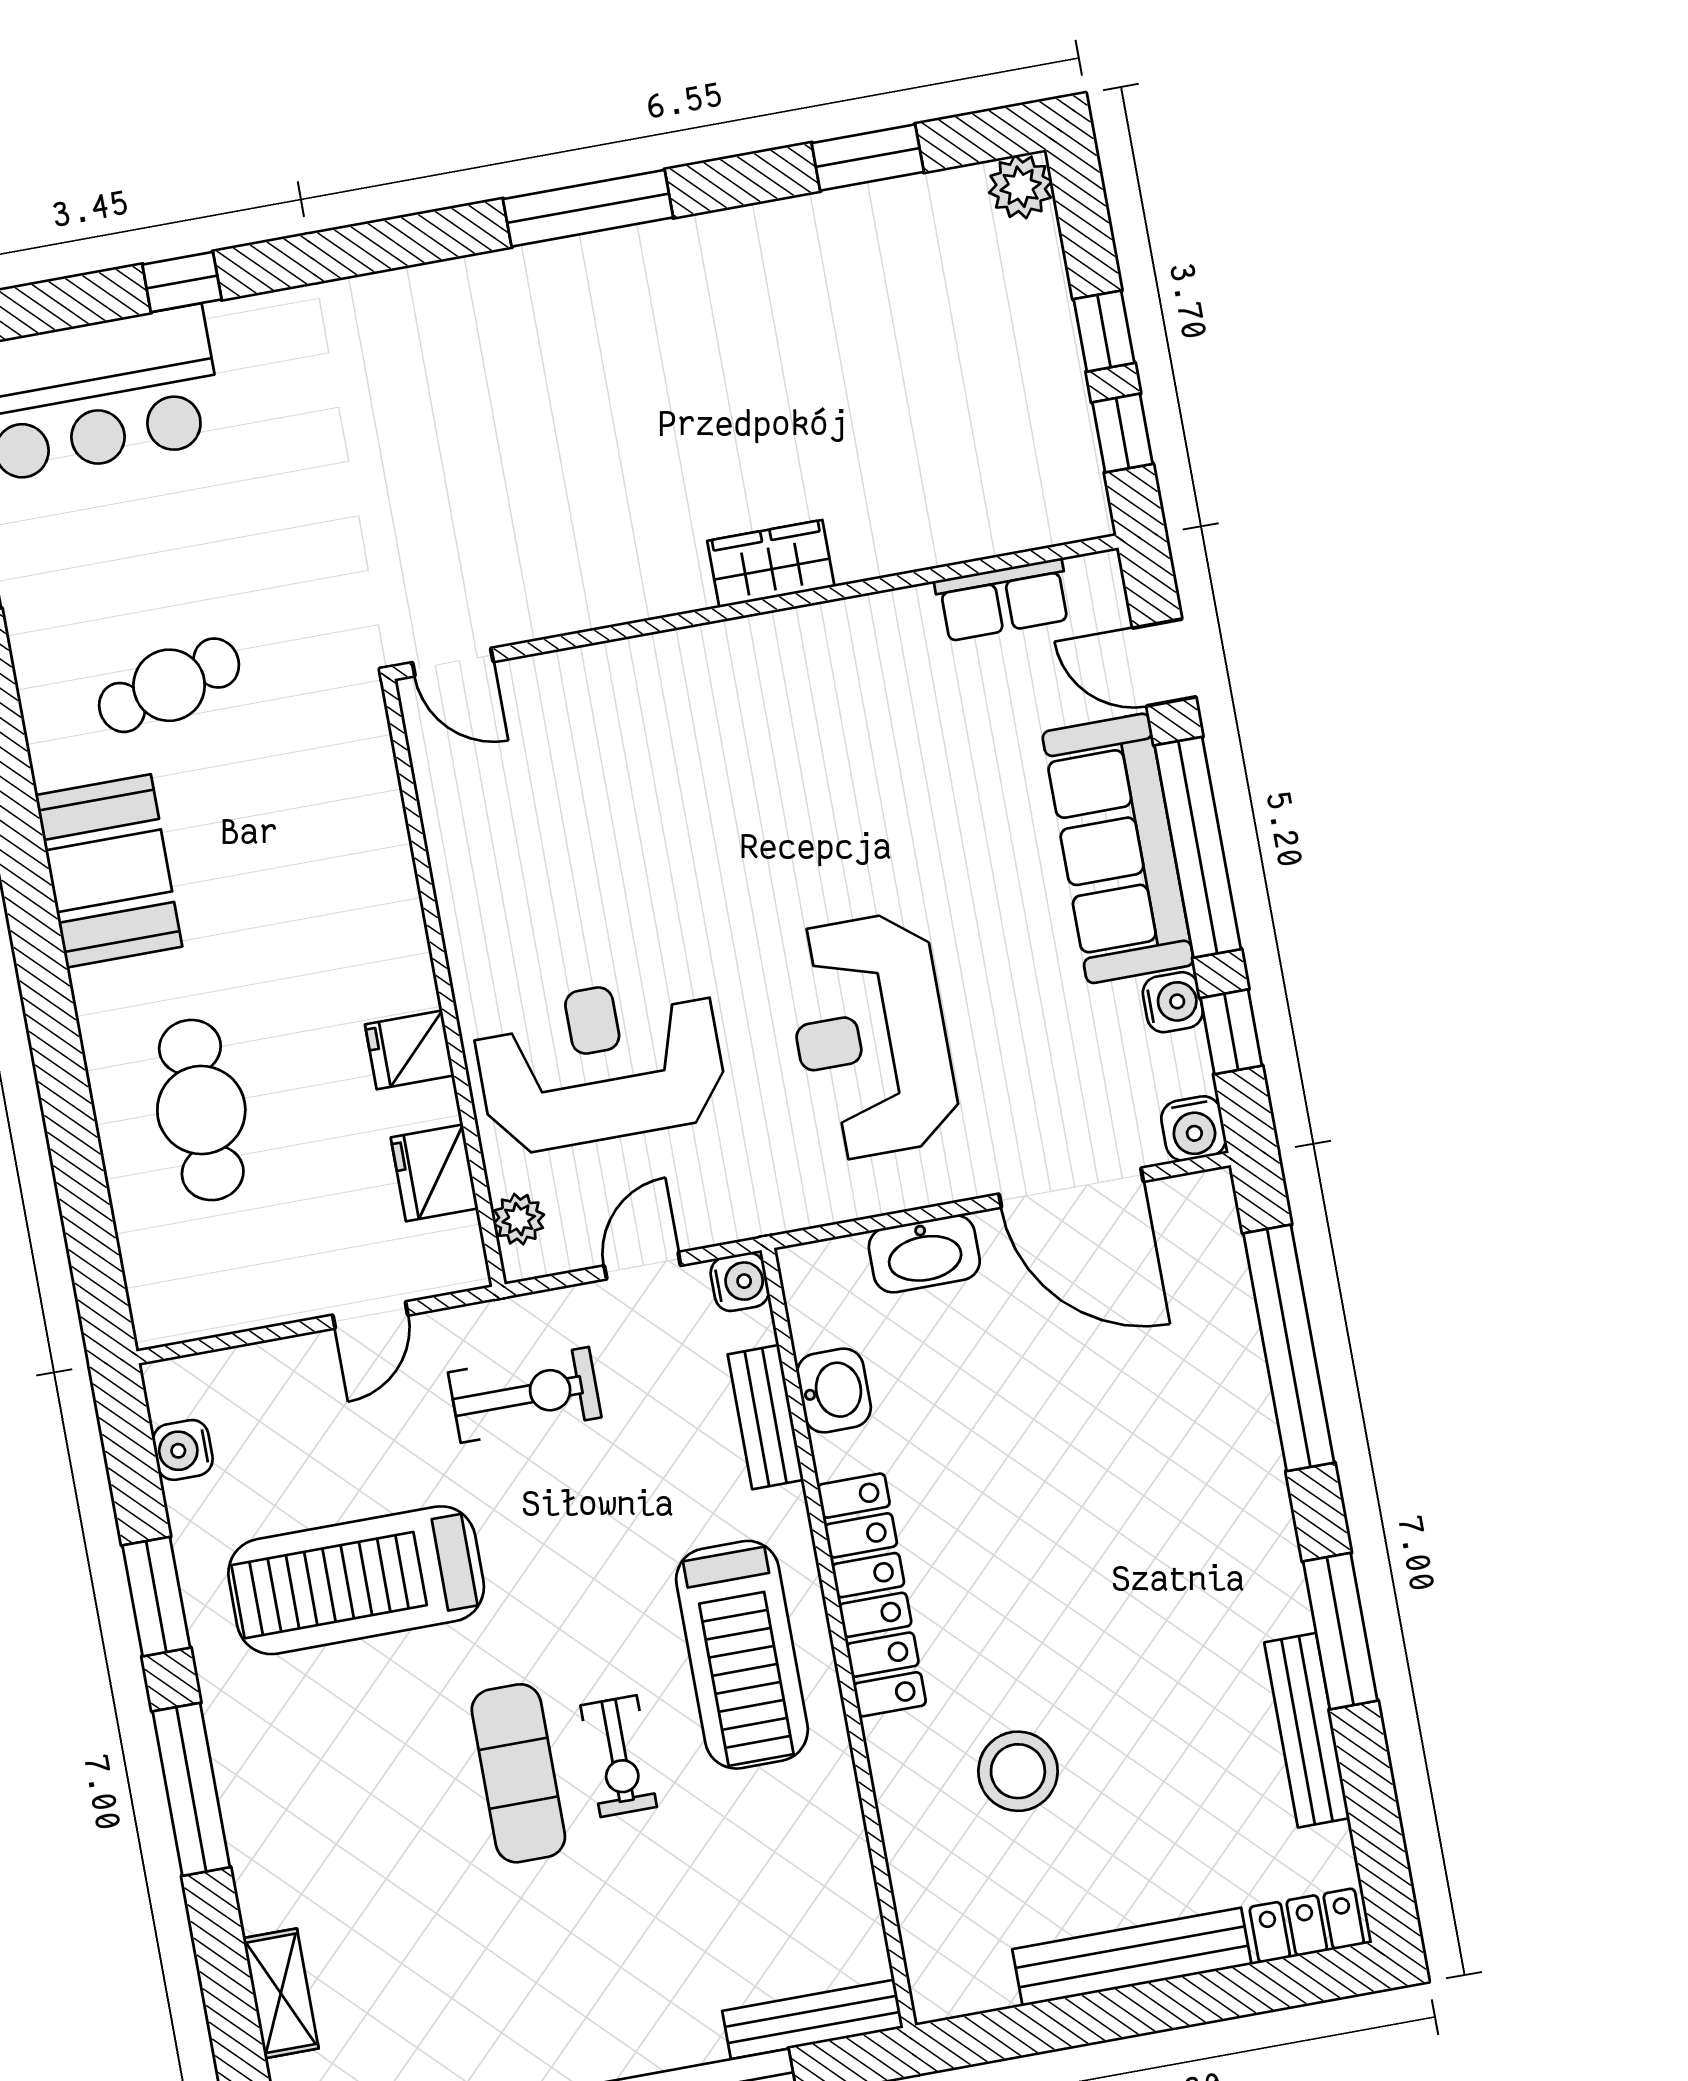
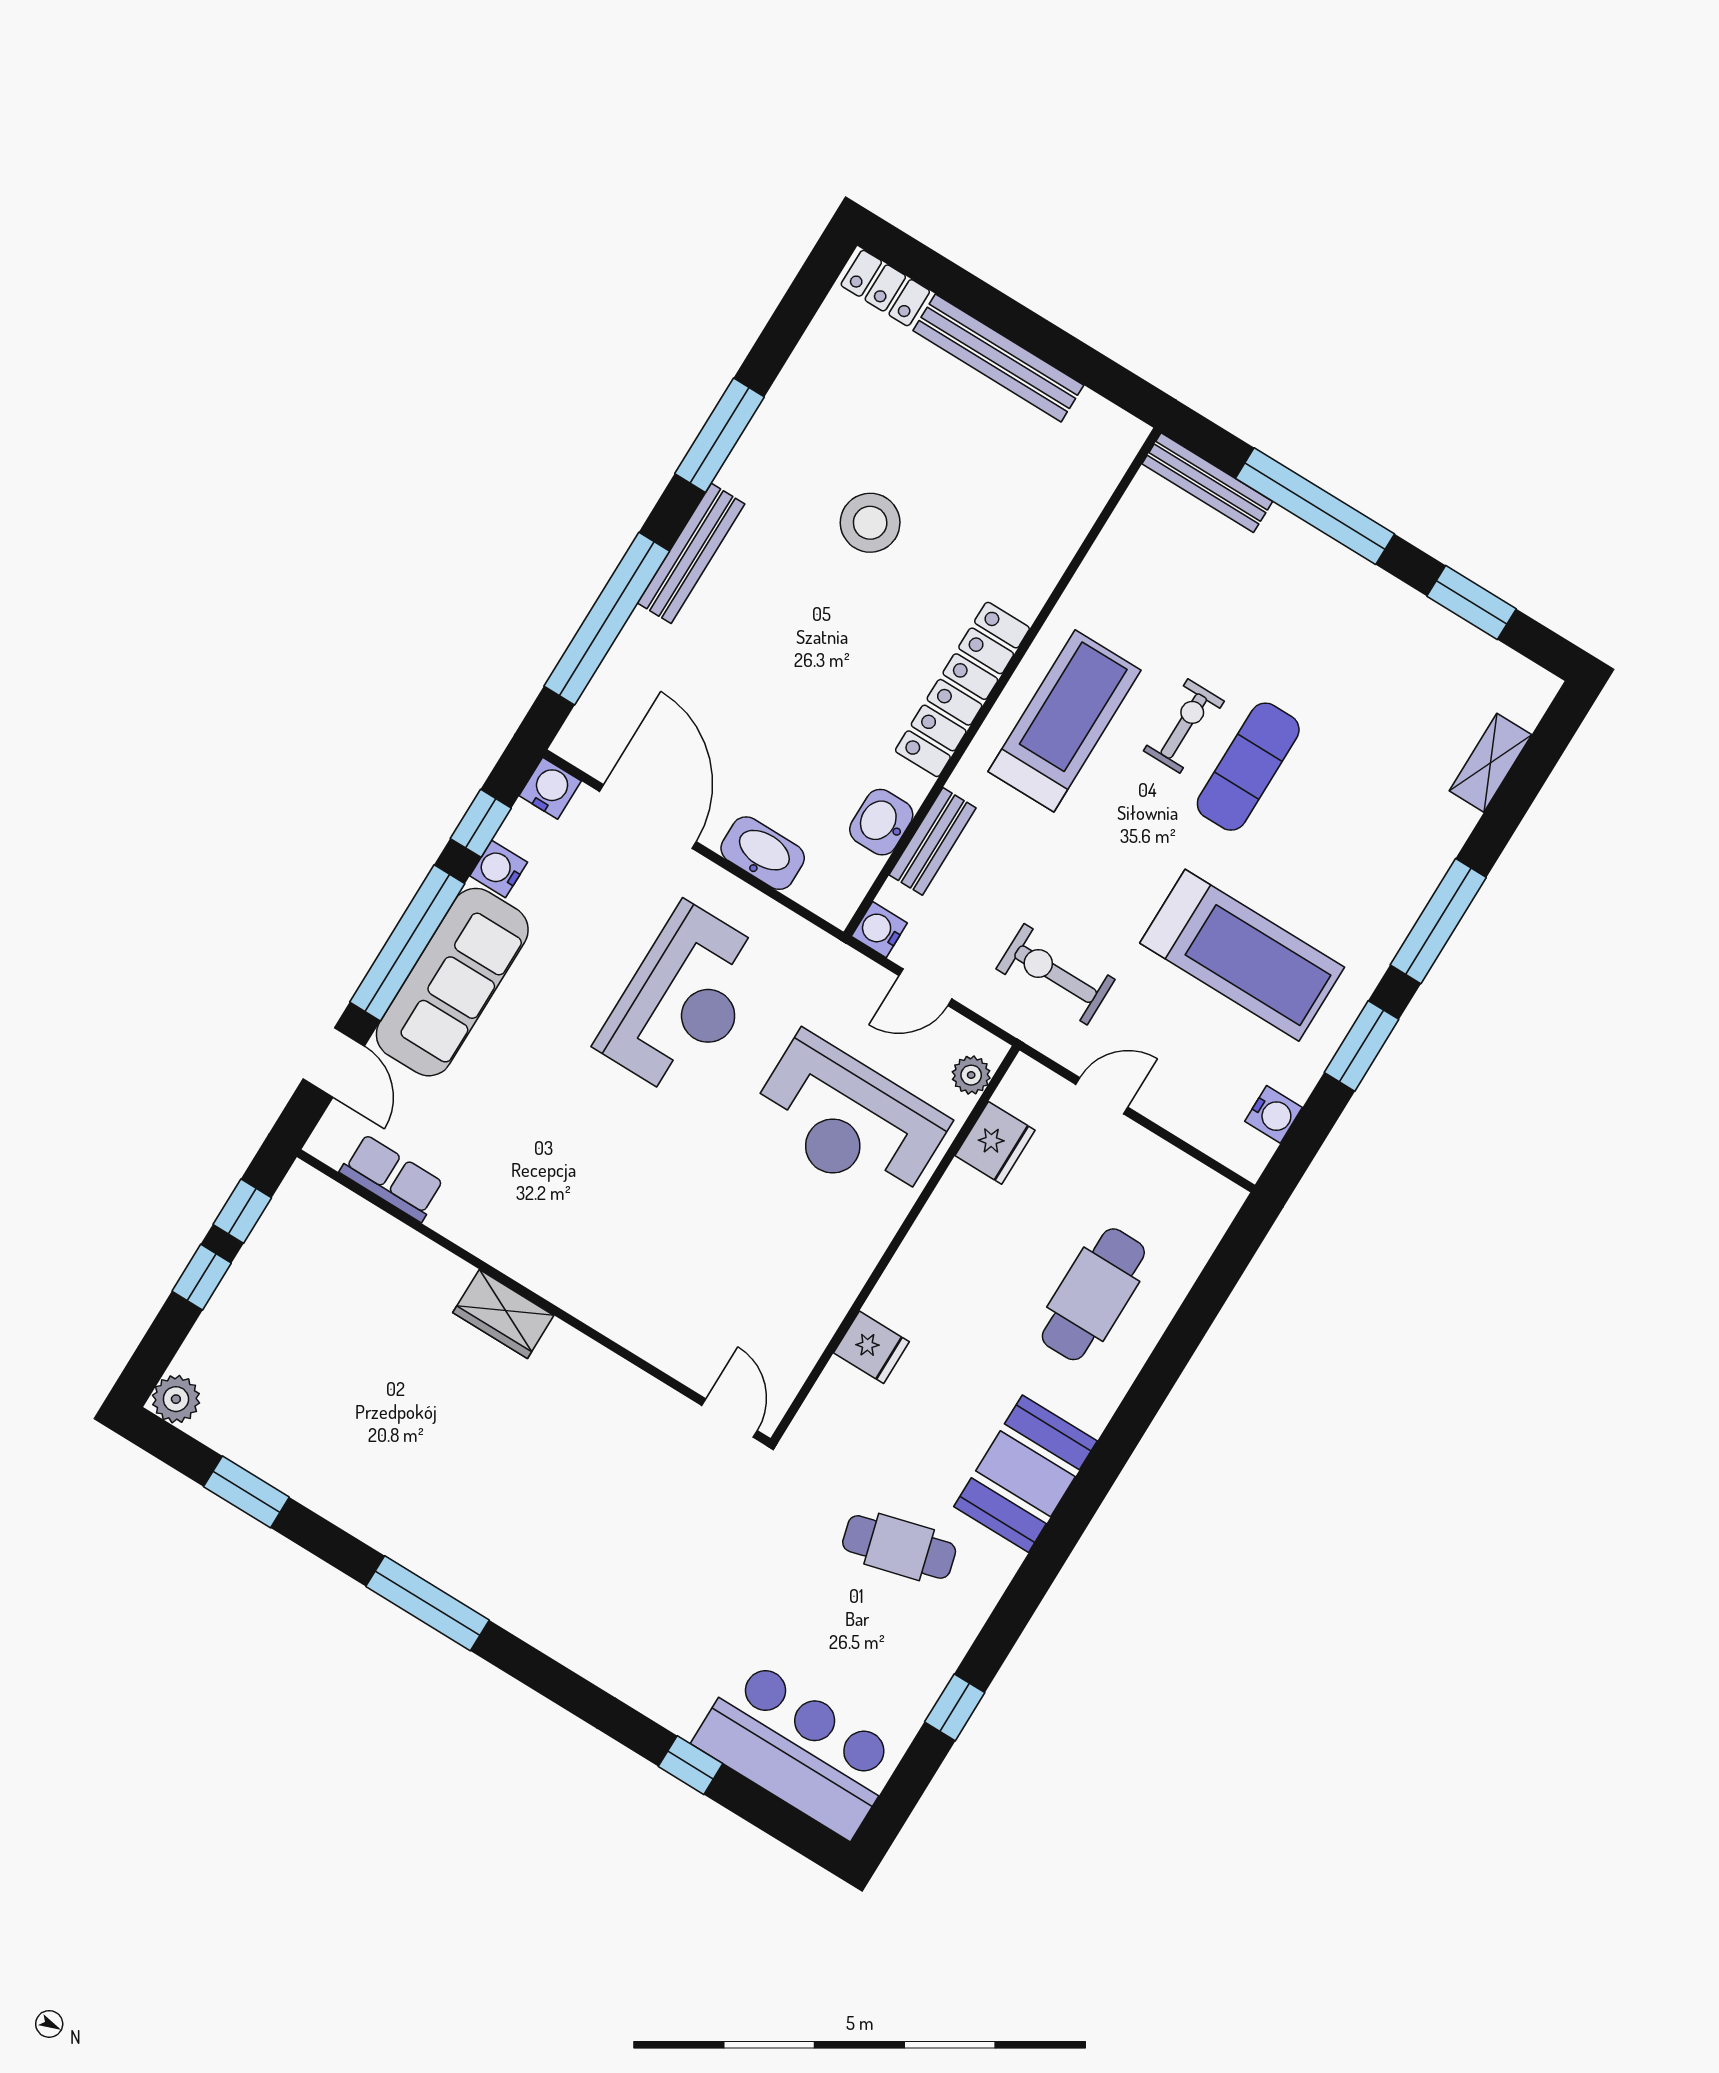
fridge: (410, 1050) -> (871, 1347), moved
bench: (1307, 1730) -> (691, 553), moved
stool: (1018, 1771) -> (870, 523), moved

